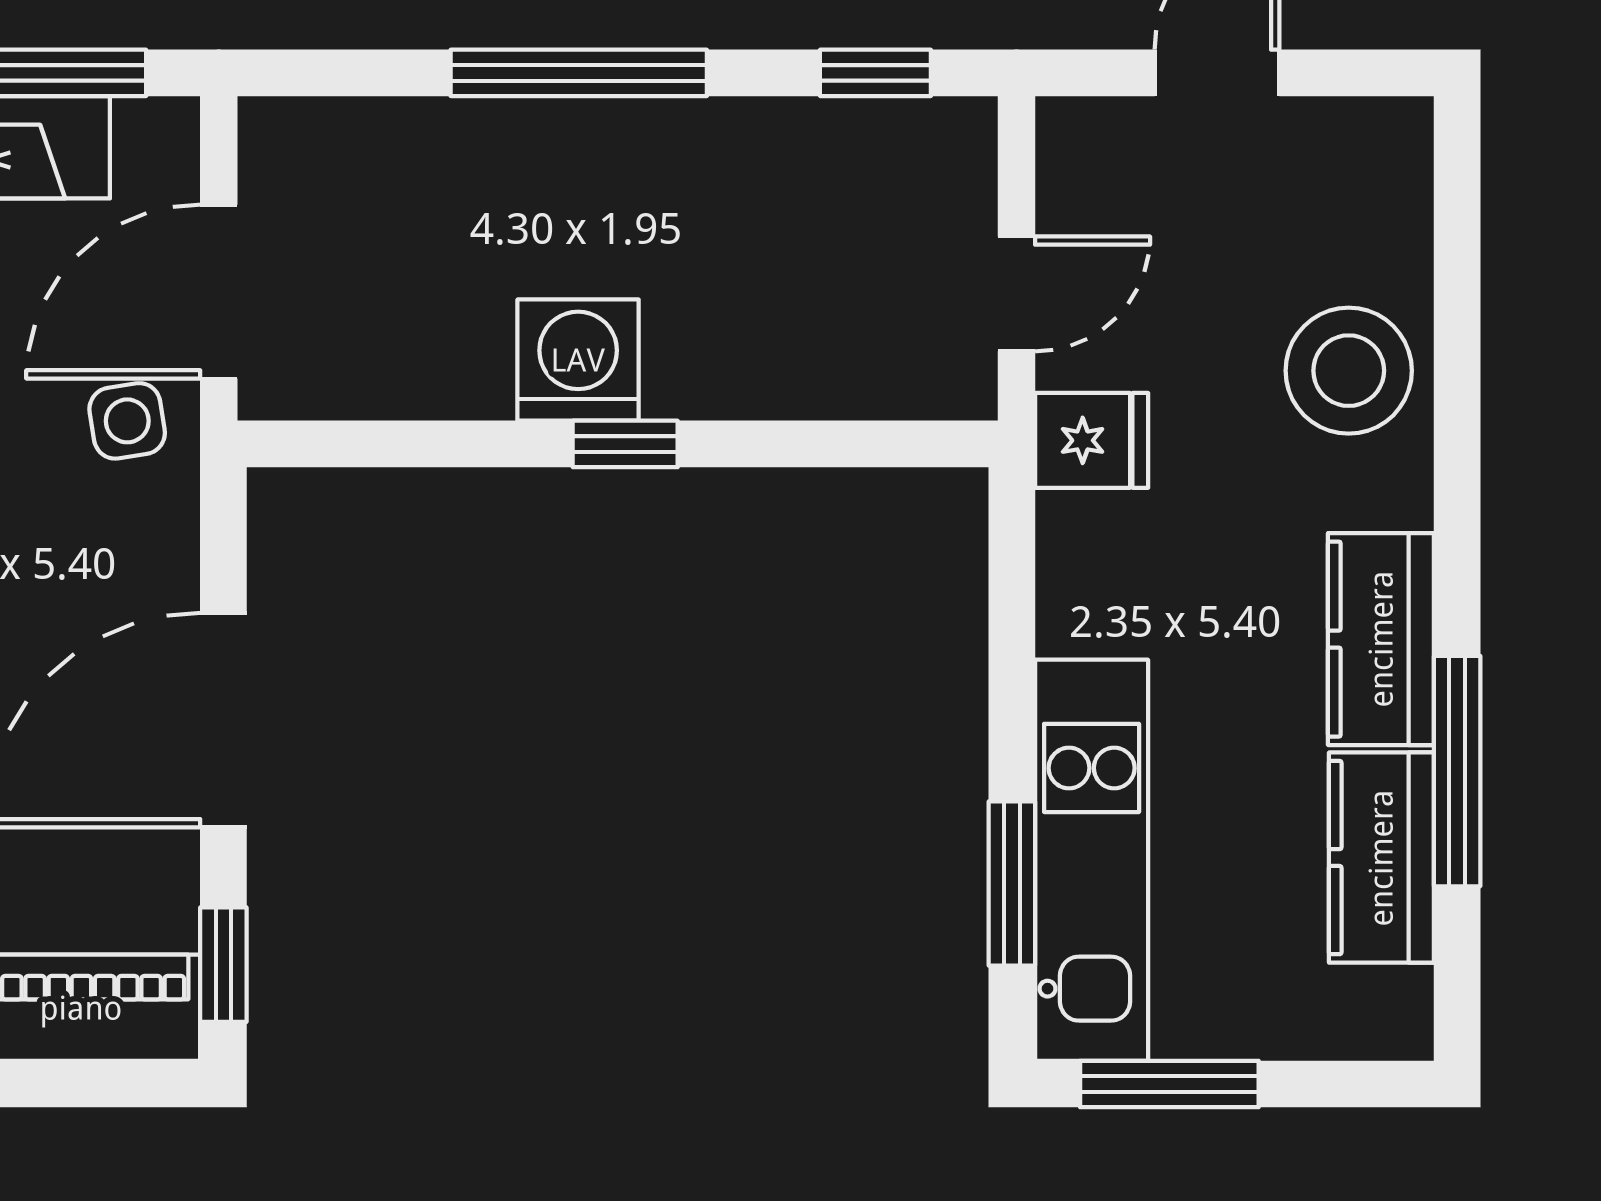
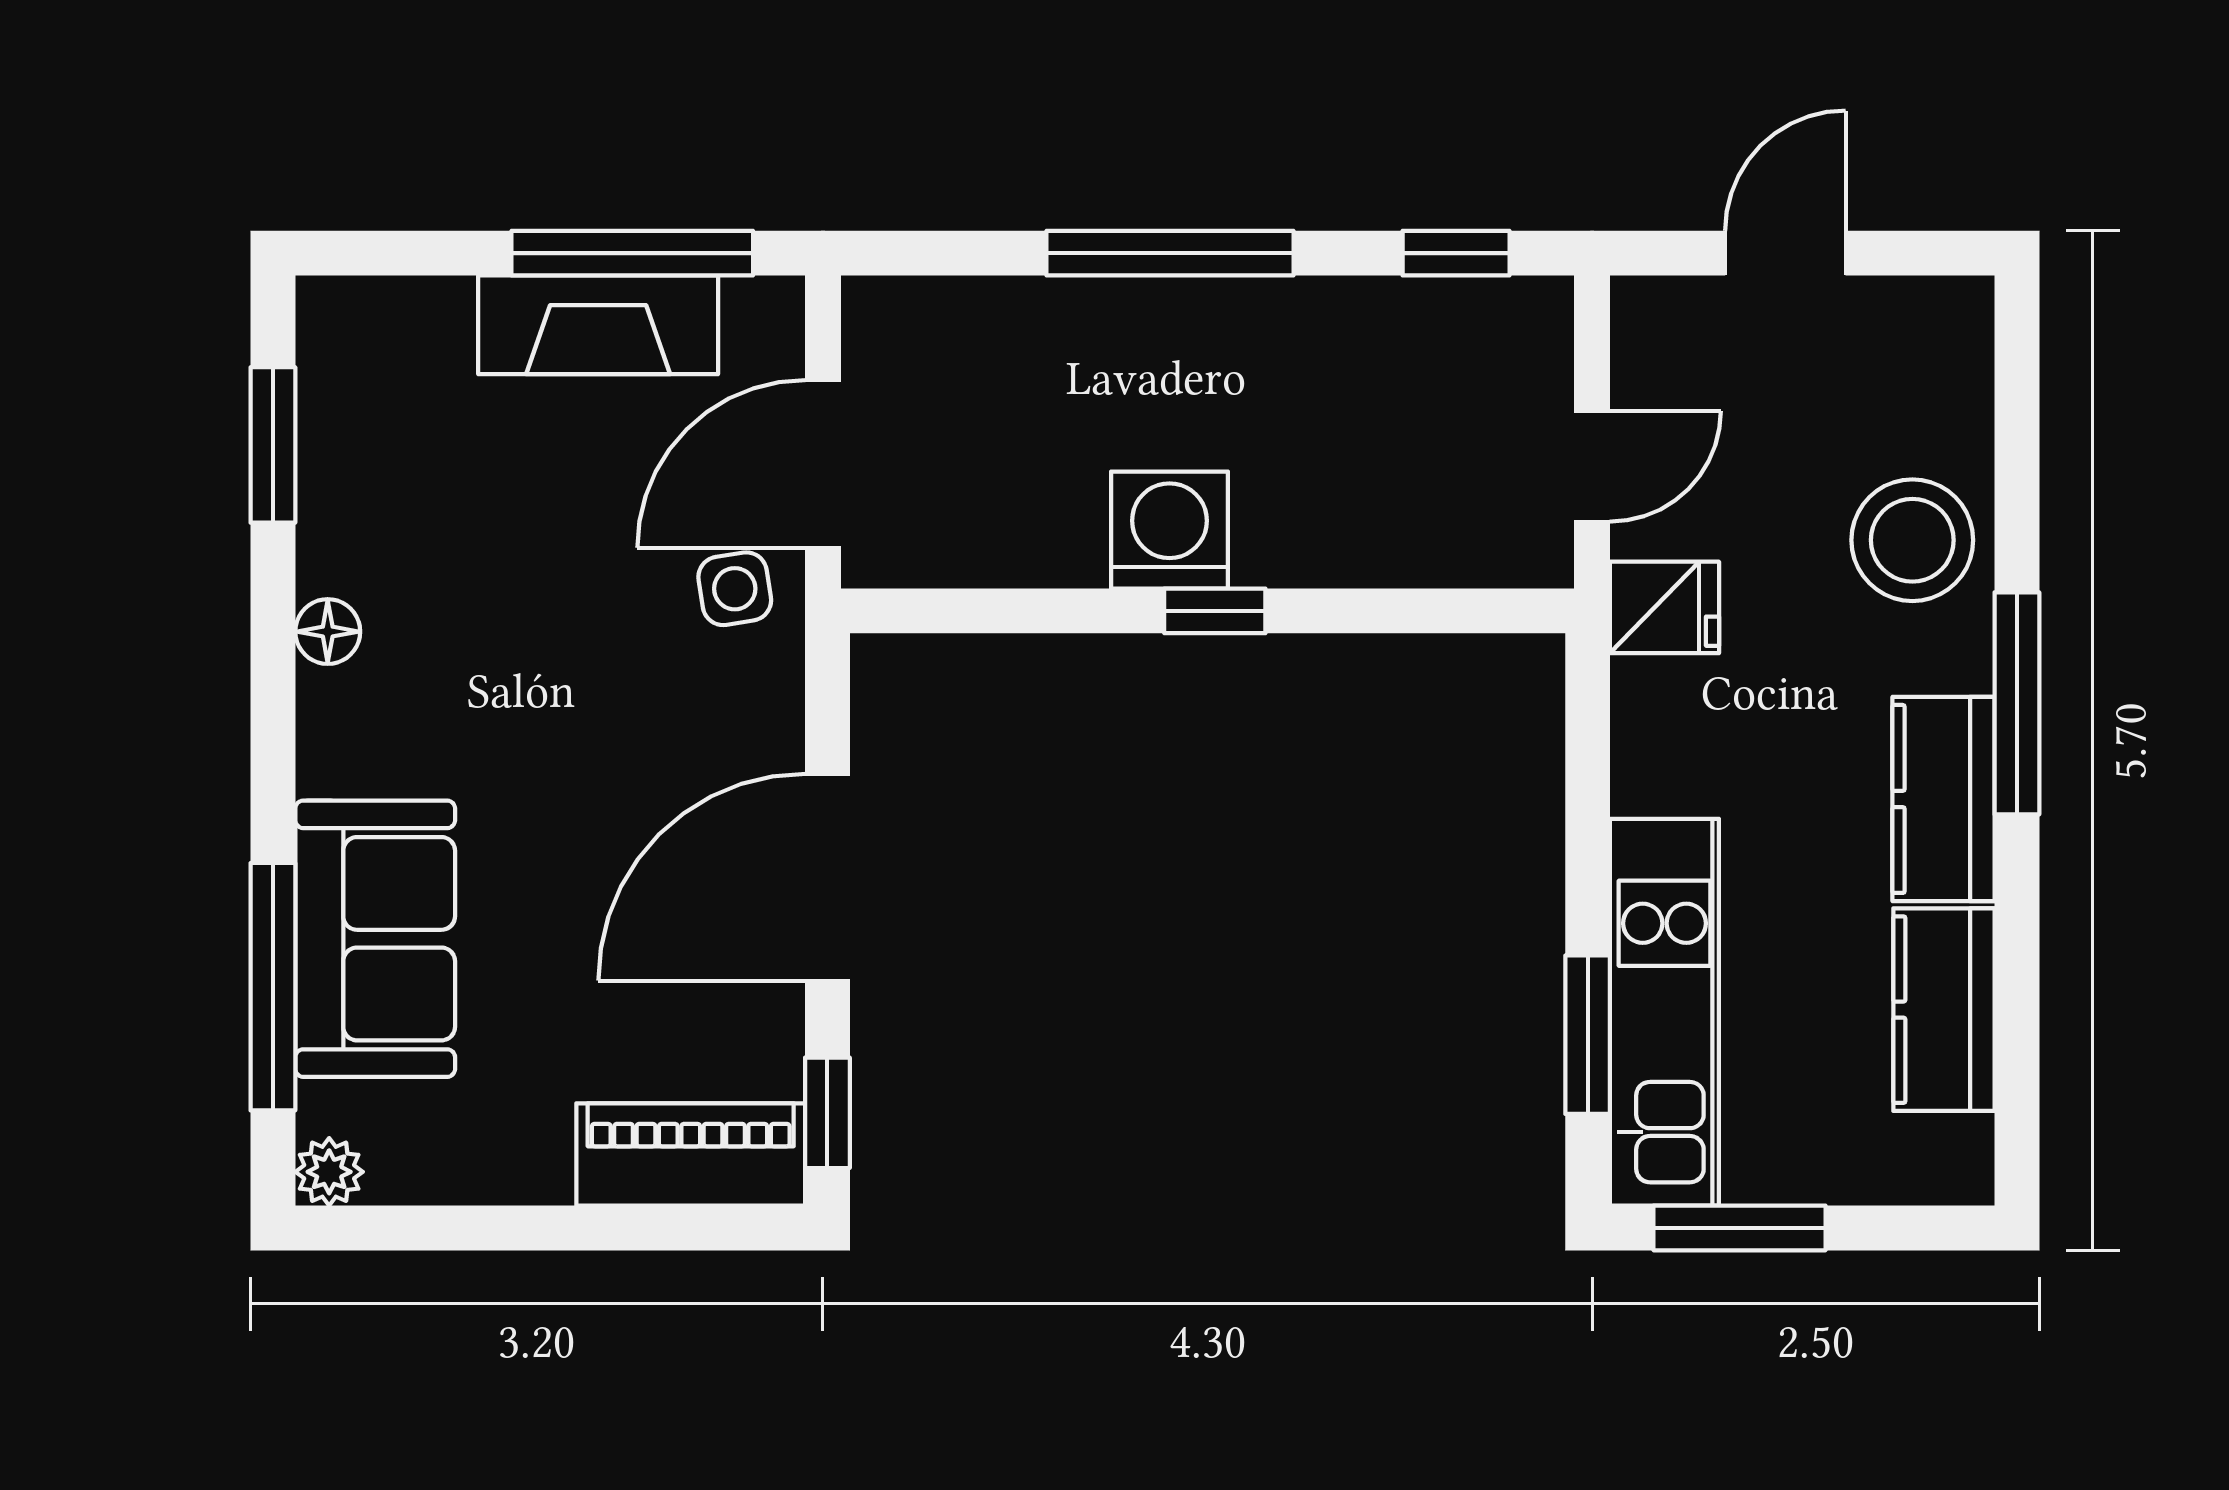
window: (1457, 771) -> (2017, 703), moved

